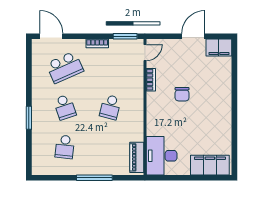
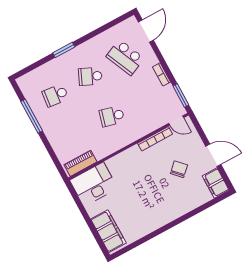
bookcase: (151, 80) -> (155, 139), width x1.56
chair: (182, 94) -> (179, 169), moved, turned 136
school desk: (65, 107) -> (90, 76), turned 42
window: (94, 178) -> (32, 116), moved

